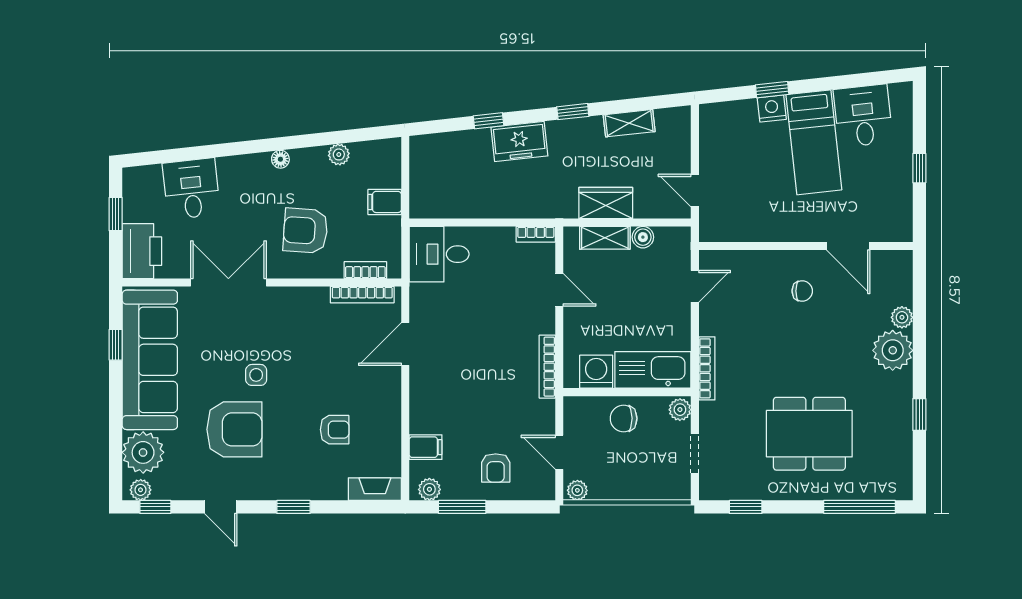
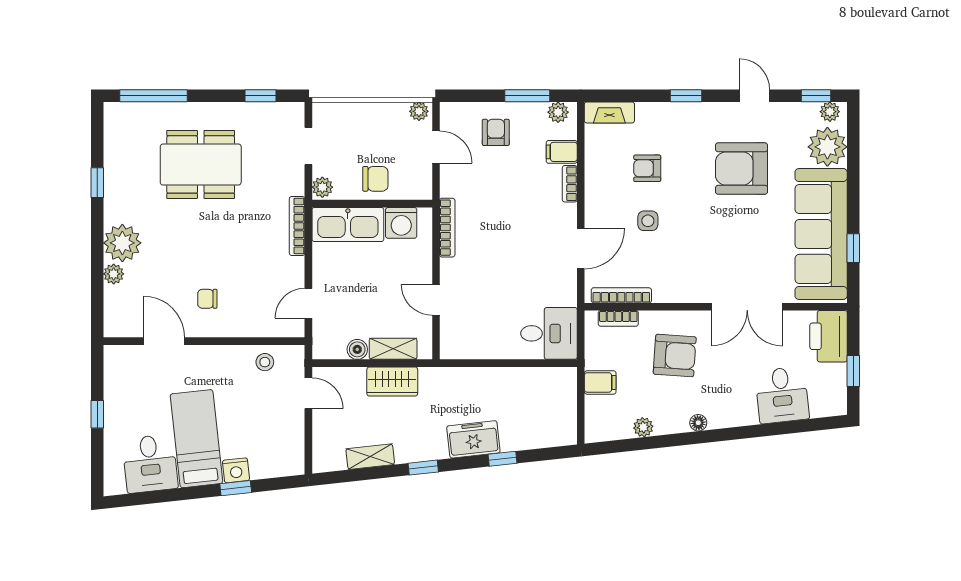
stool: (741, 224) -> (265, 362), added
bookcase: (536, 234) -> (570, 184), moved, turned -90
side table: (256, 375) -> (648, 221), moved

